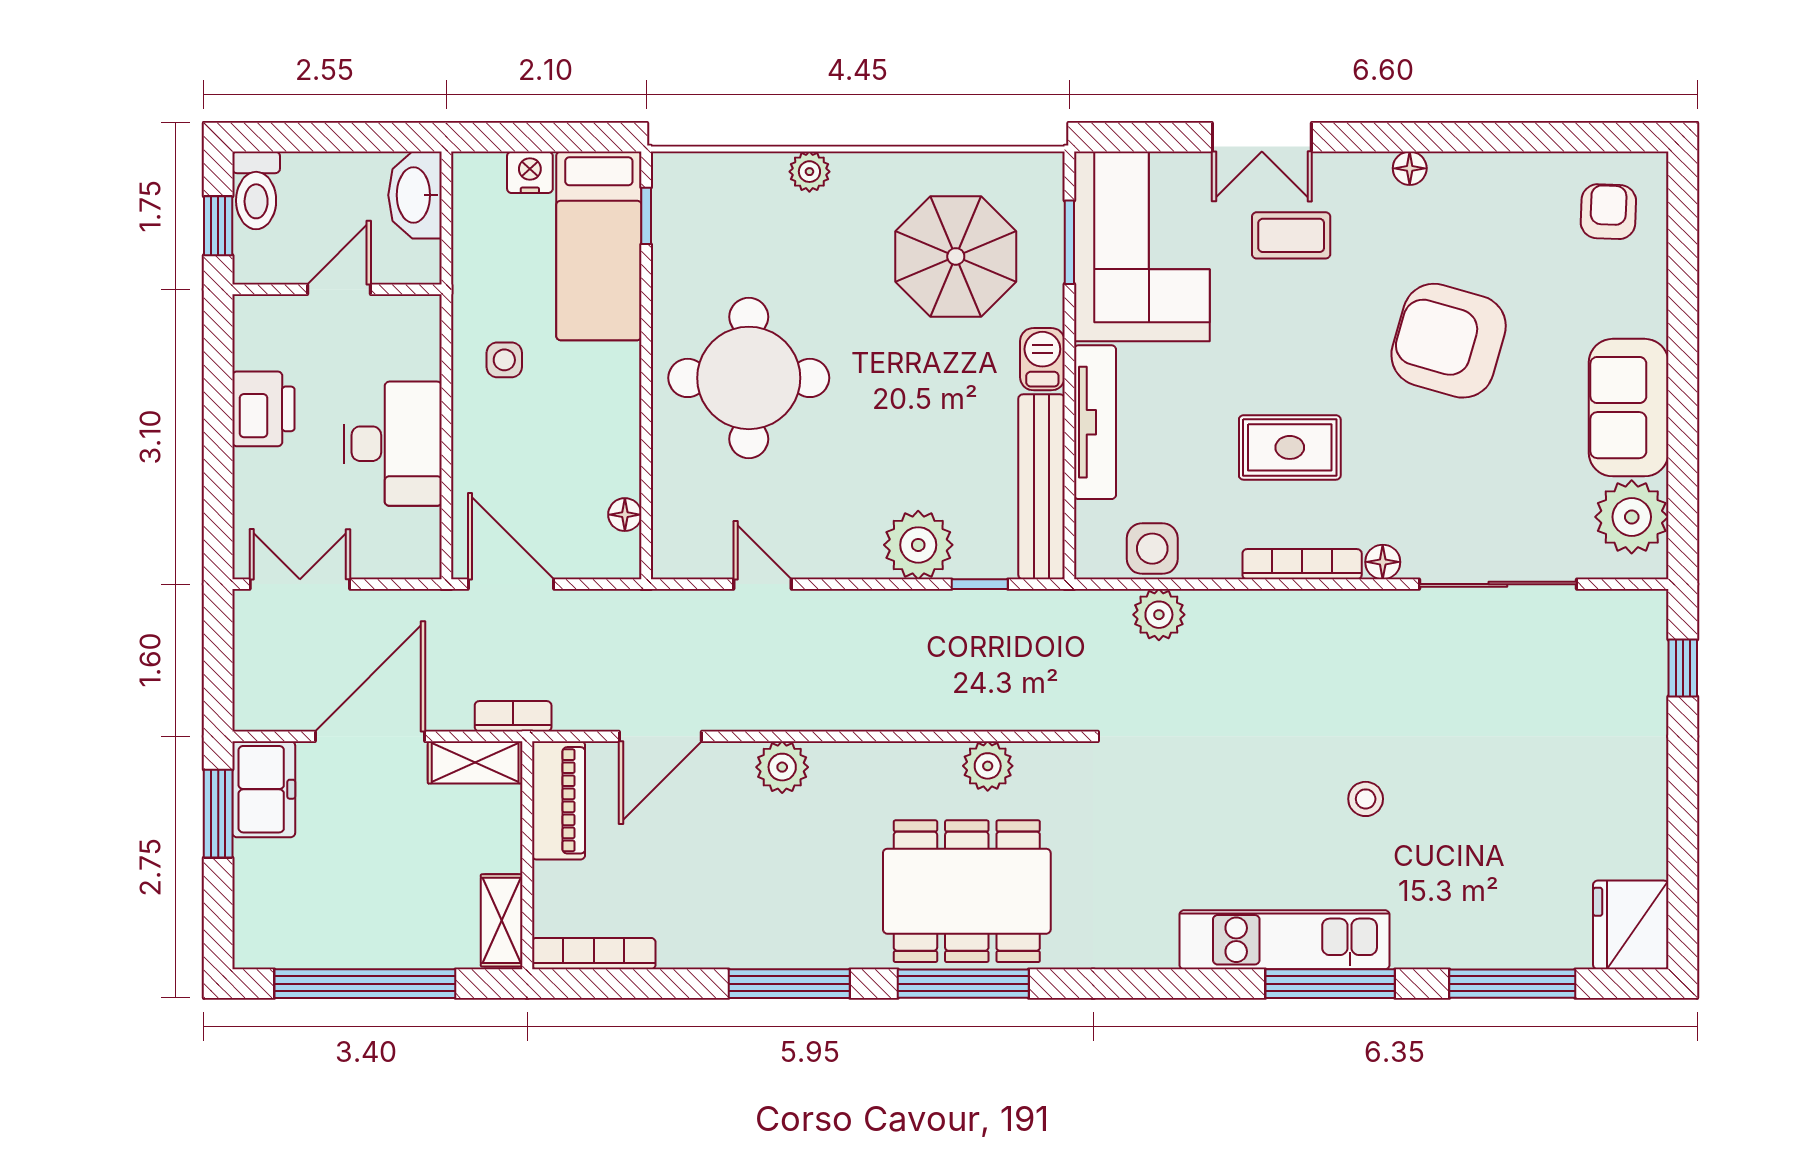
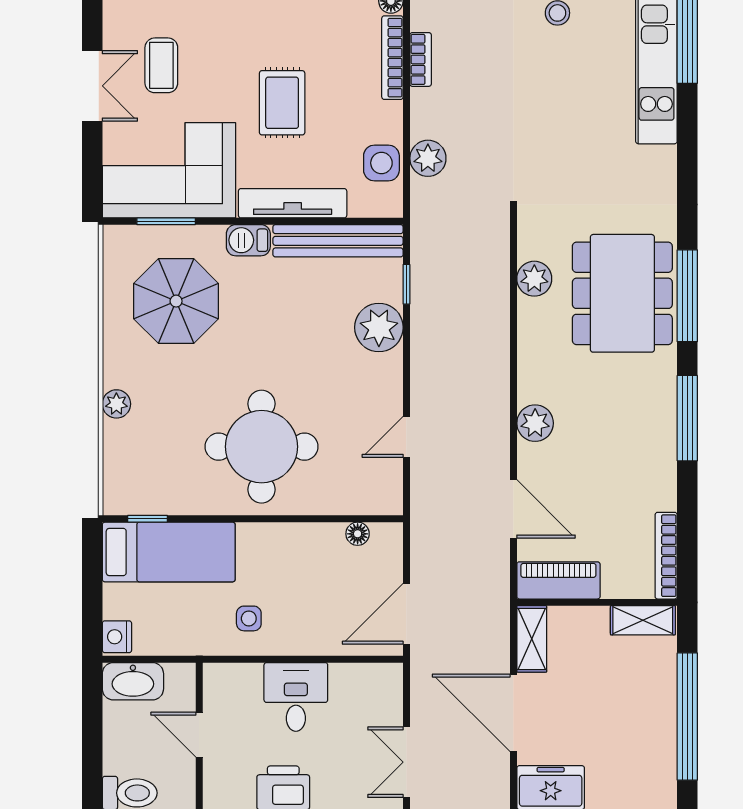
nightstand: (530, 172) -> (117, 637), moved
desk: (393, 444) -> (296, 697), width x0.73
rug: (1290, 447) -> (282, 103), moved
bookcase: (513, 716) -> (421, 59), moved, turned 180

